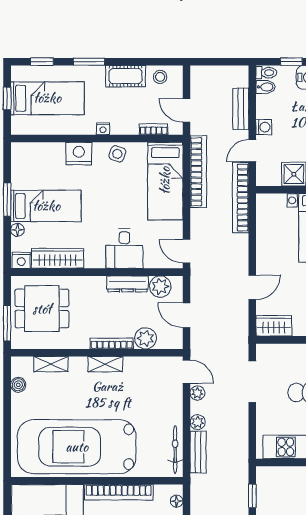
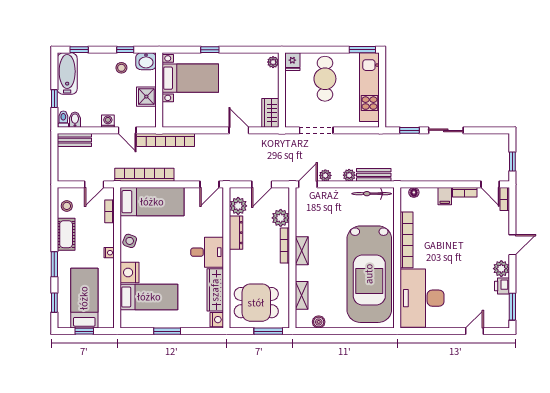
bench: (241, 109) -> (74, 140), moved
bed: (46, 206) -> (149, 297), moved, turned 90
floor lamp: (17, 230) -> (192, 323), removed
desk: (124, 249) -> (207, 252), moved
dining table: (42, 309) -> (256, 303), turned 90

